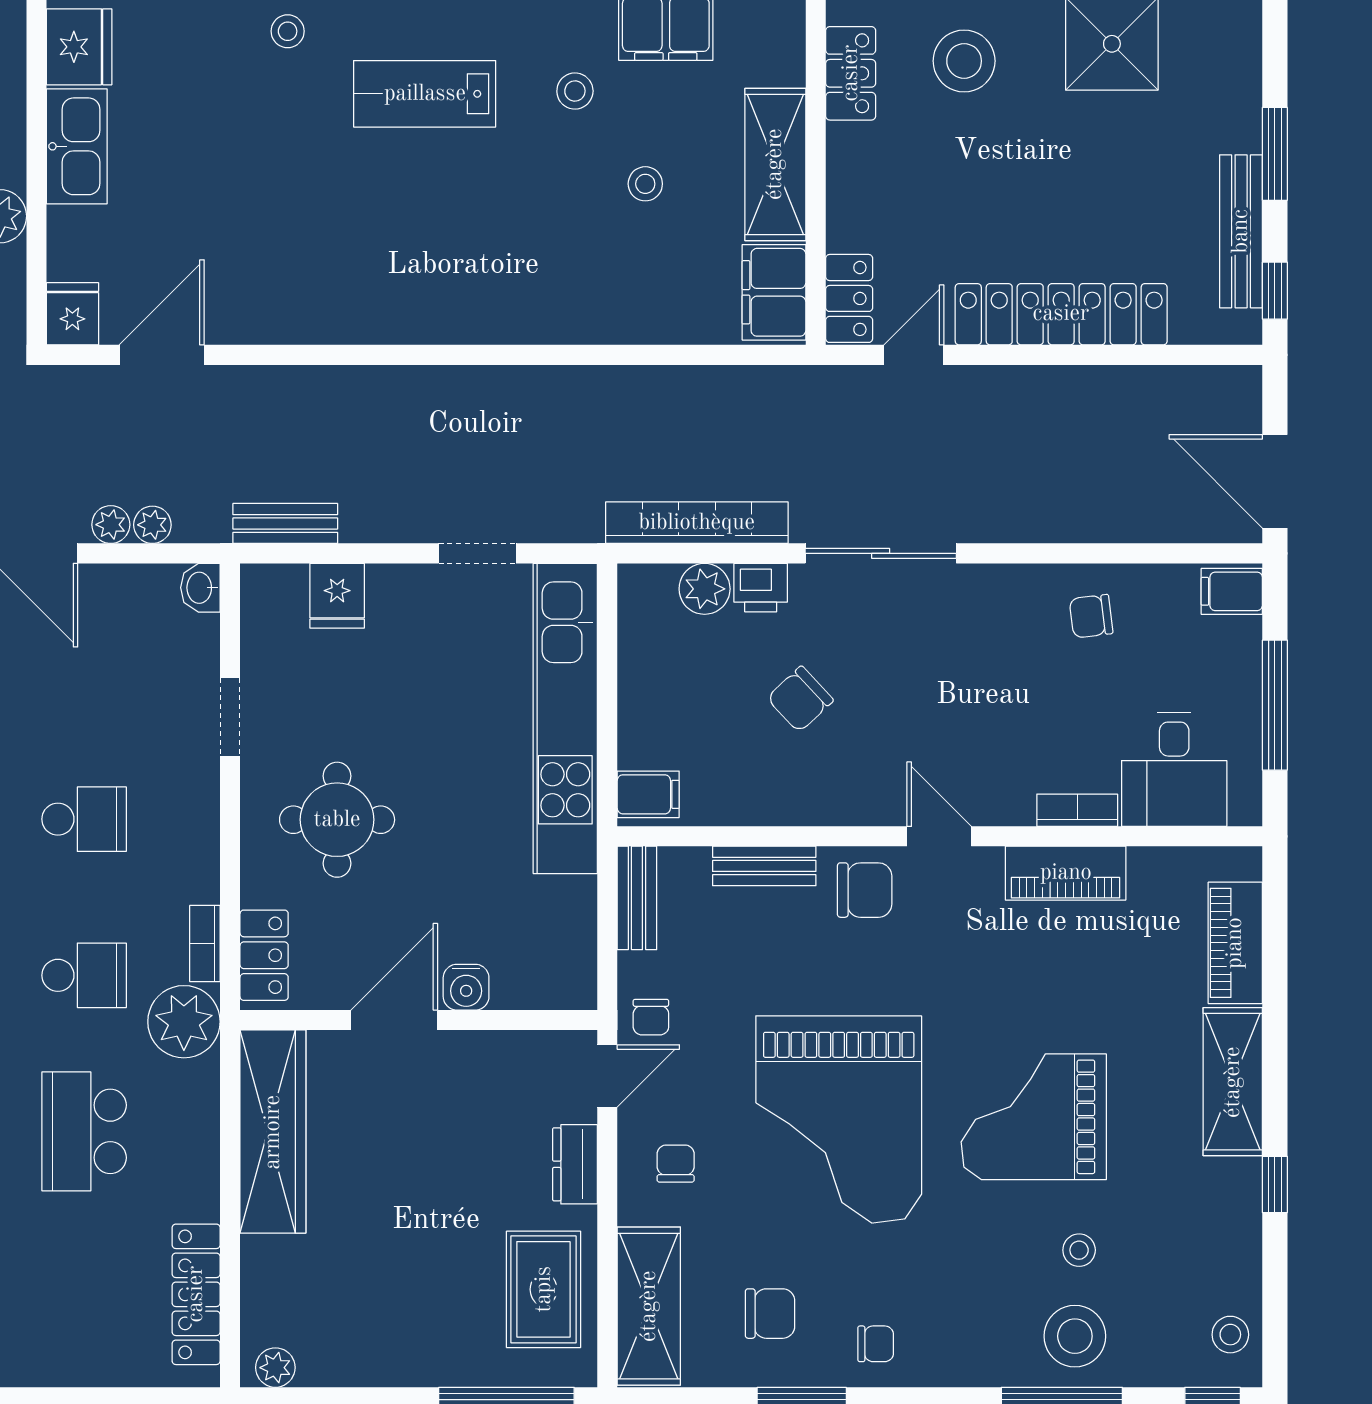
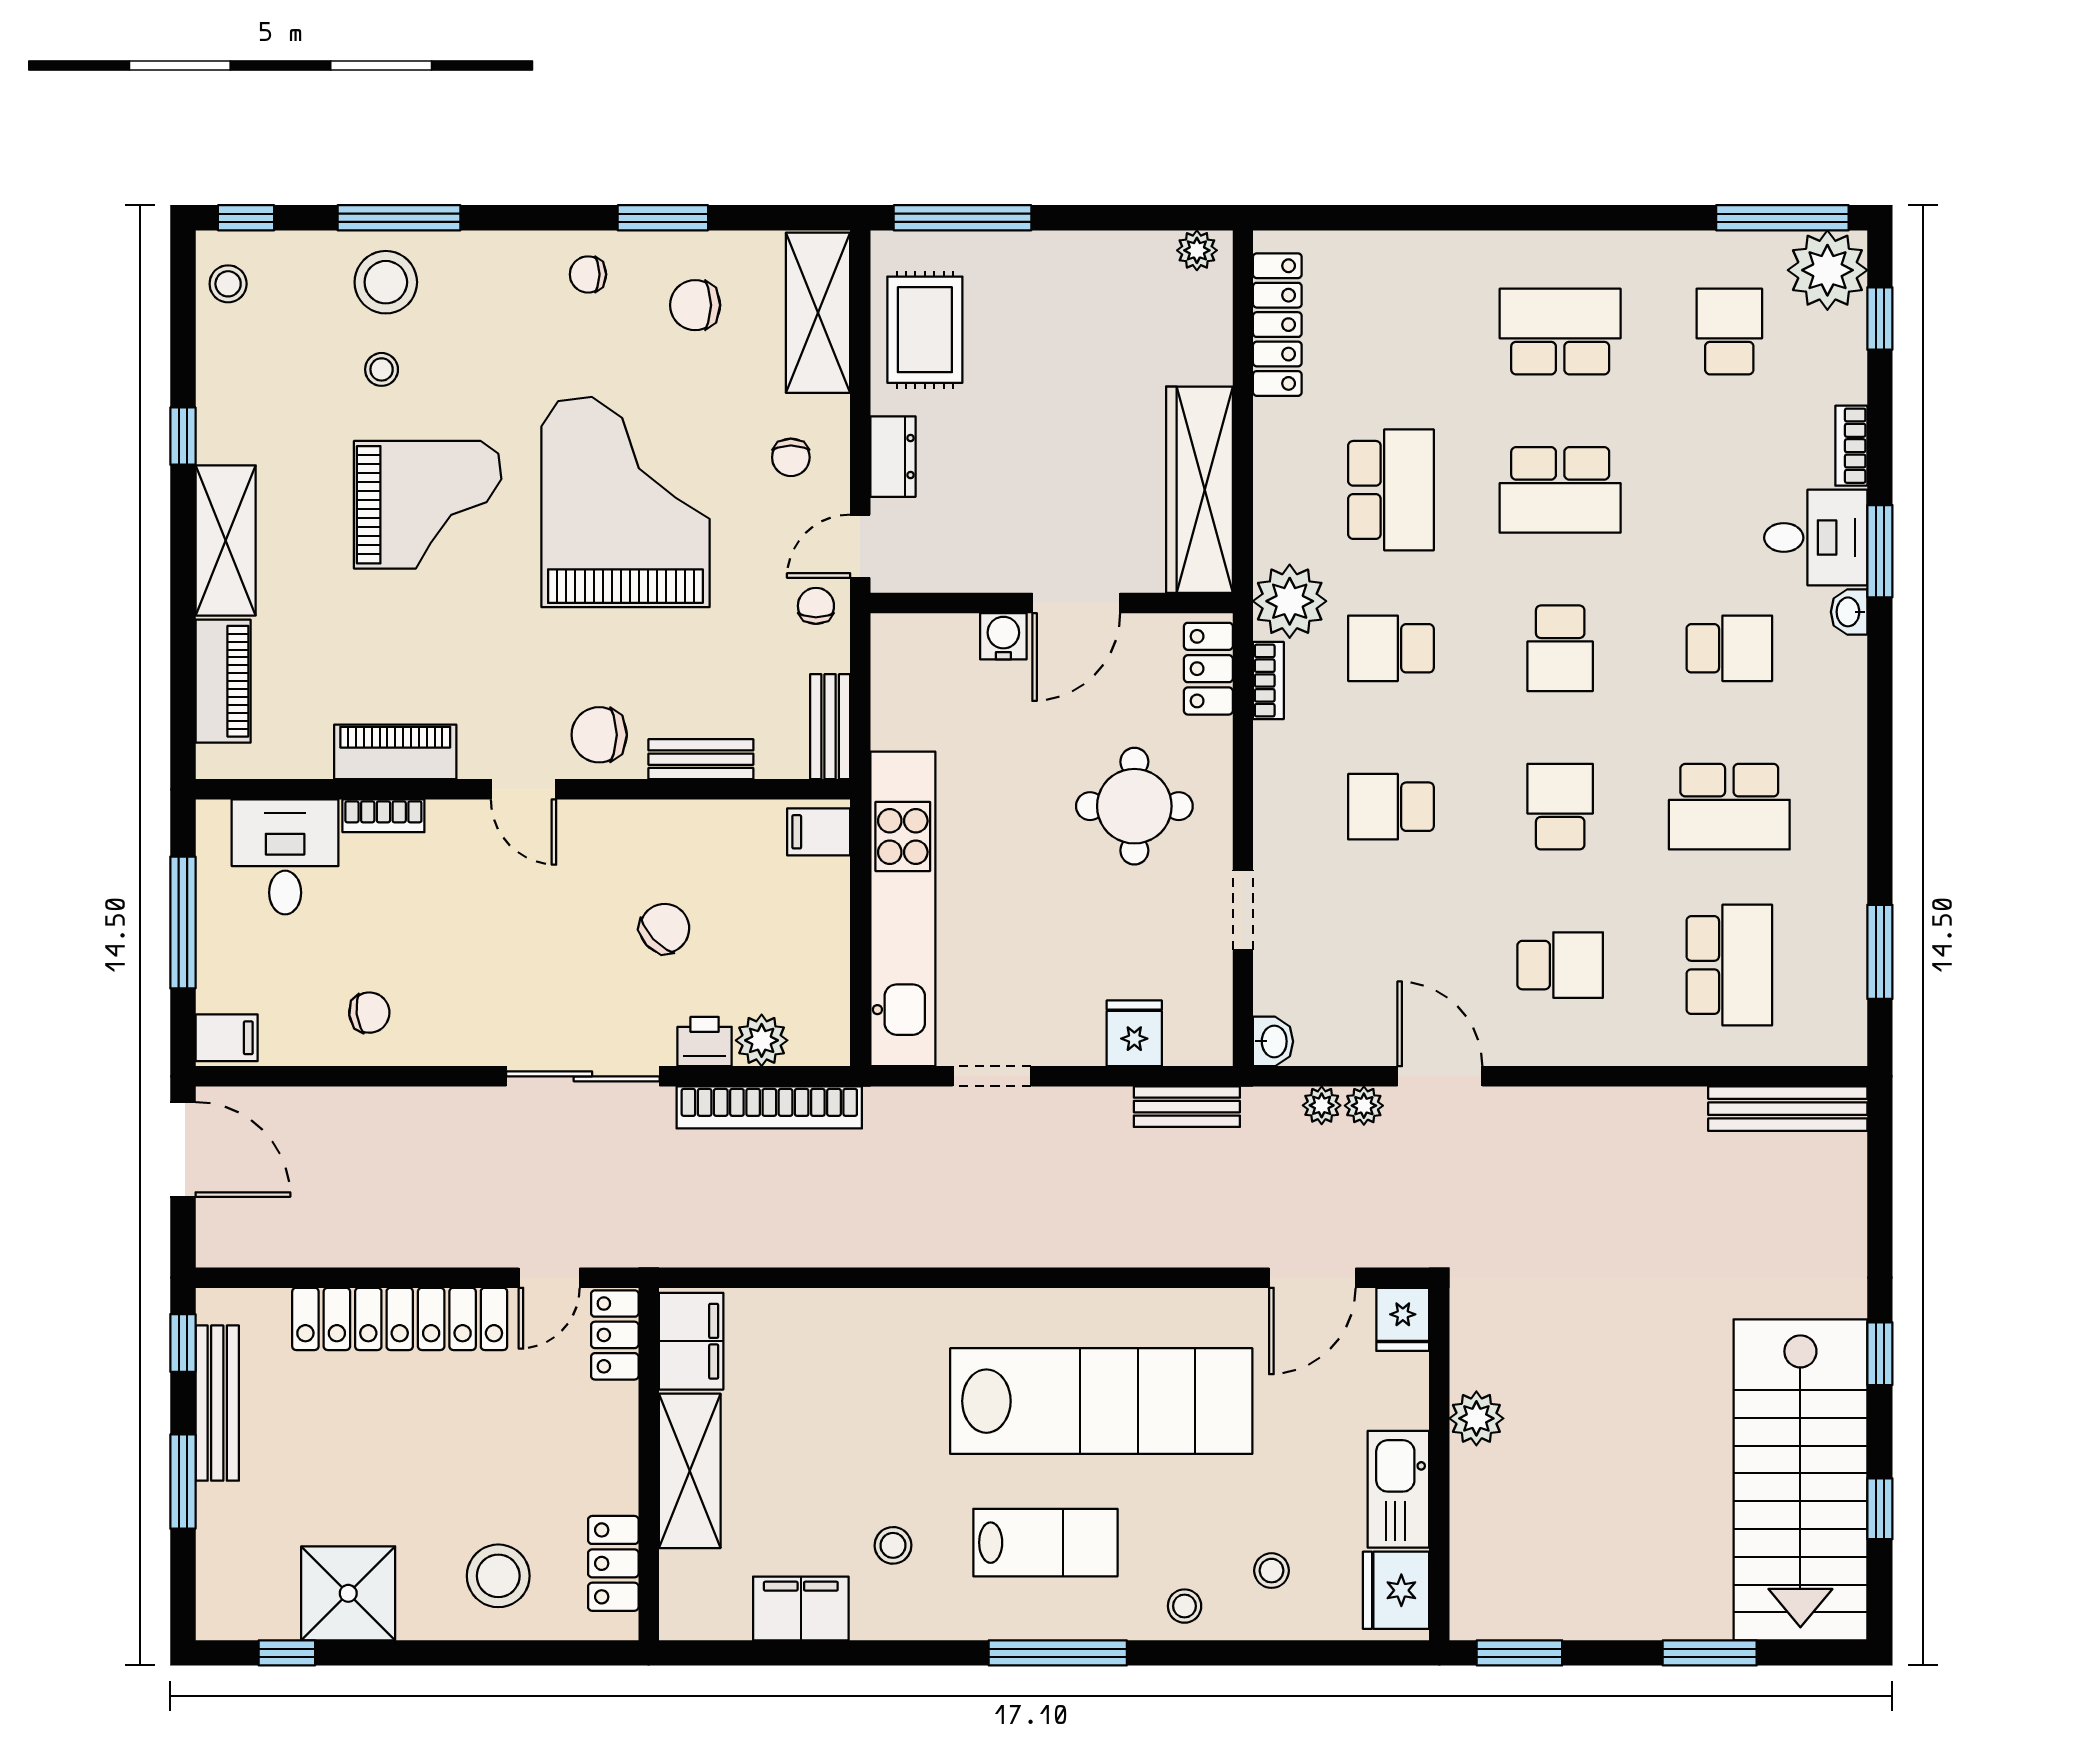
stool: (645, 184) -> (1272, 1571), moved
lab bench: (370, 233) -> (1101, 1401), added

